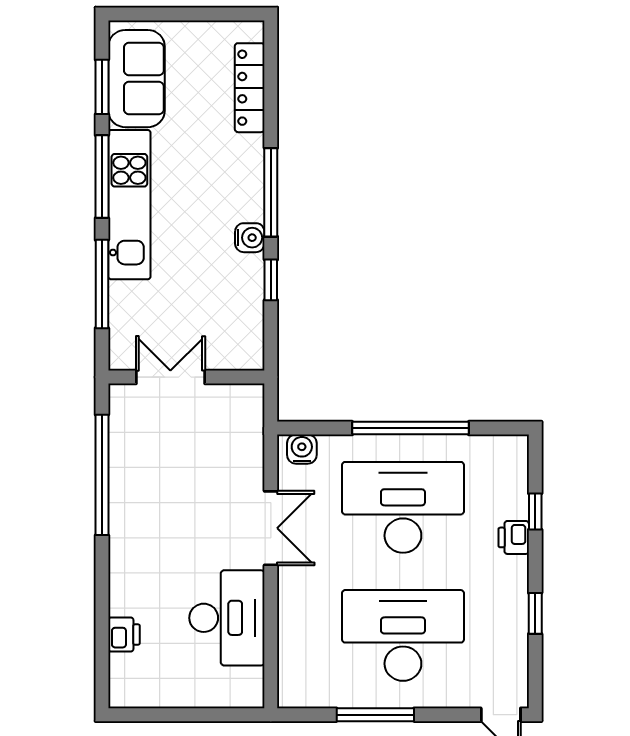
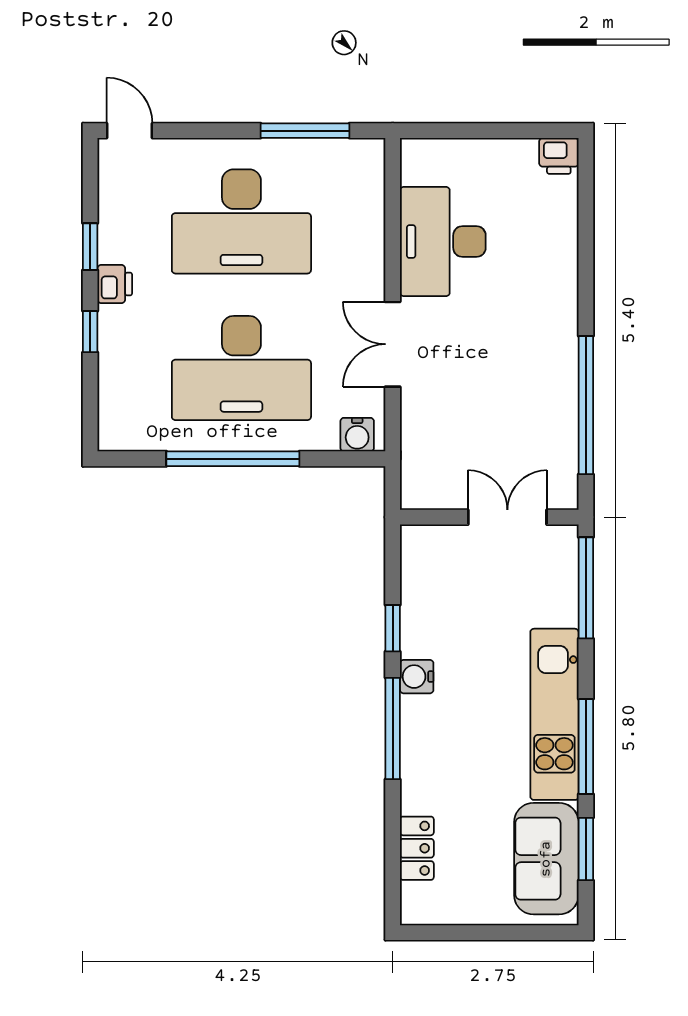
locker: (250, 88) -> (417, 848), width x0.66
window: (102, 284) -> (586, 588), moved
double door: (170, 377) -> (507, 517), swing flipped
window: (535, 512) -> (90, 332), moved
printer: (514, 537) -> (115, 284), moved
printer: (124, 635) -> (559, 156), moved, turned -90
window: (375, 715) -> (305, 131), moved

